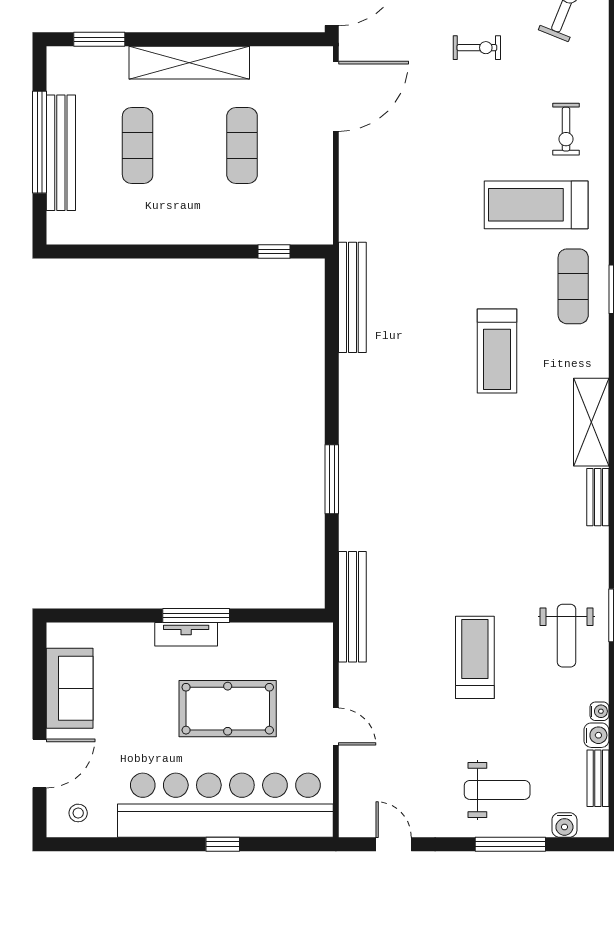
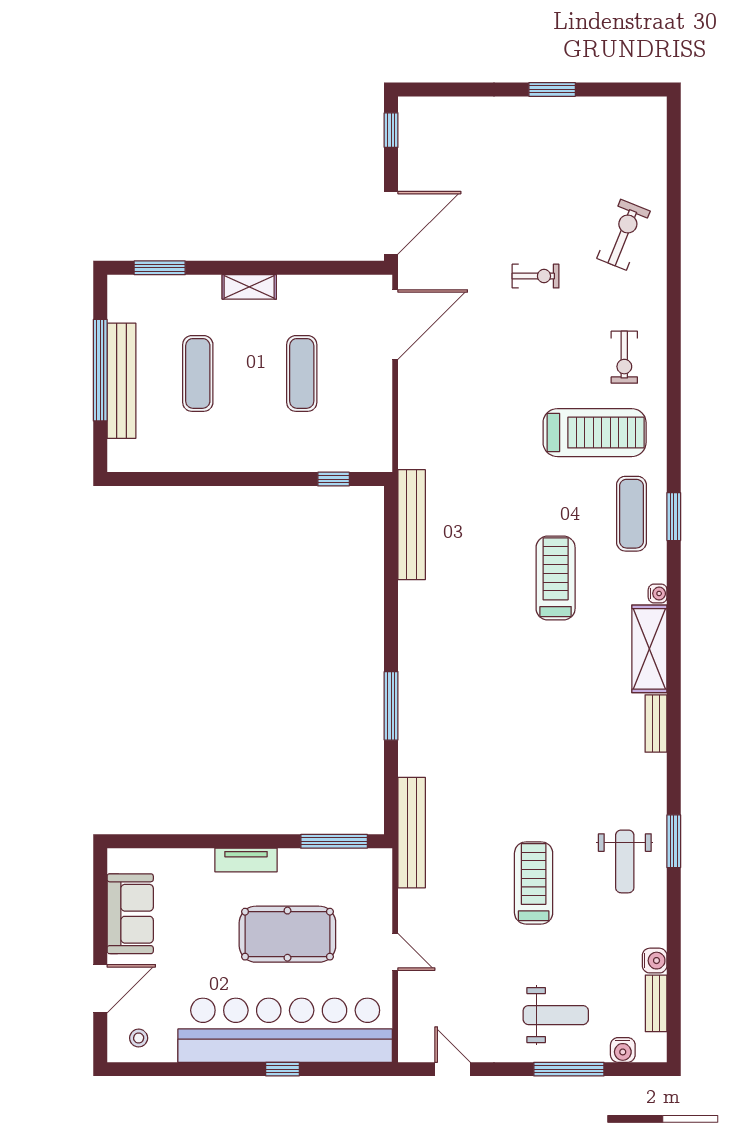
shelving: (189, 63) -> (249, 287), width x0.45, depth x0.75
treadmill: (536, 205) -> (595, 433), turned 180
treadmill: (497, 351) -> (556, 578), turned 180
window: (196, 615) -> (334, 841), moved
water cooler: (599, 711) -> (658, 593), moved

